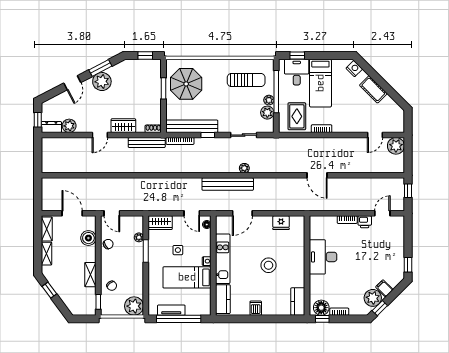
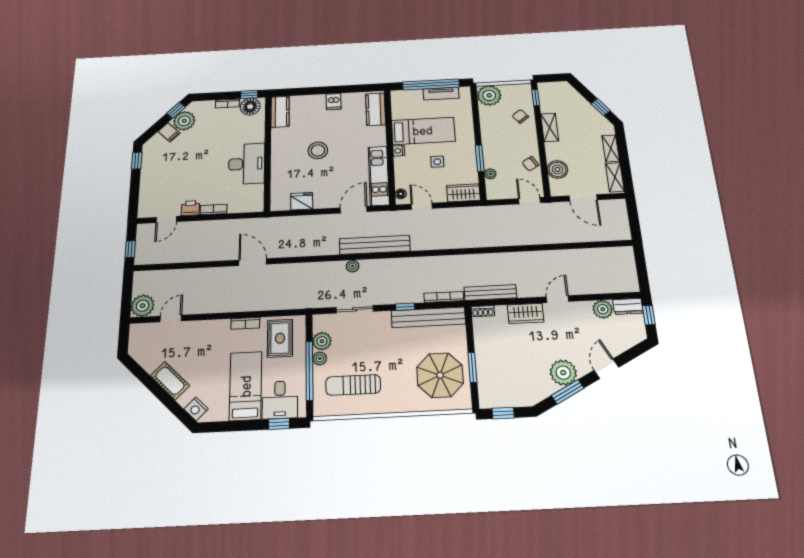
kitchen unit: (223, 259) -> (379, 176), moved

